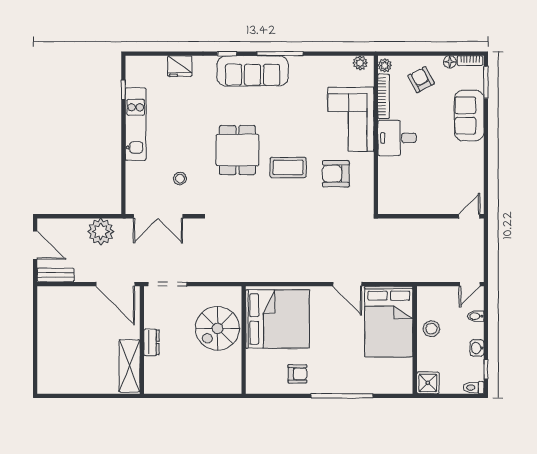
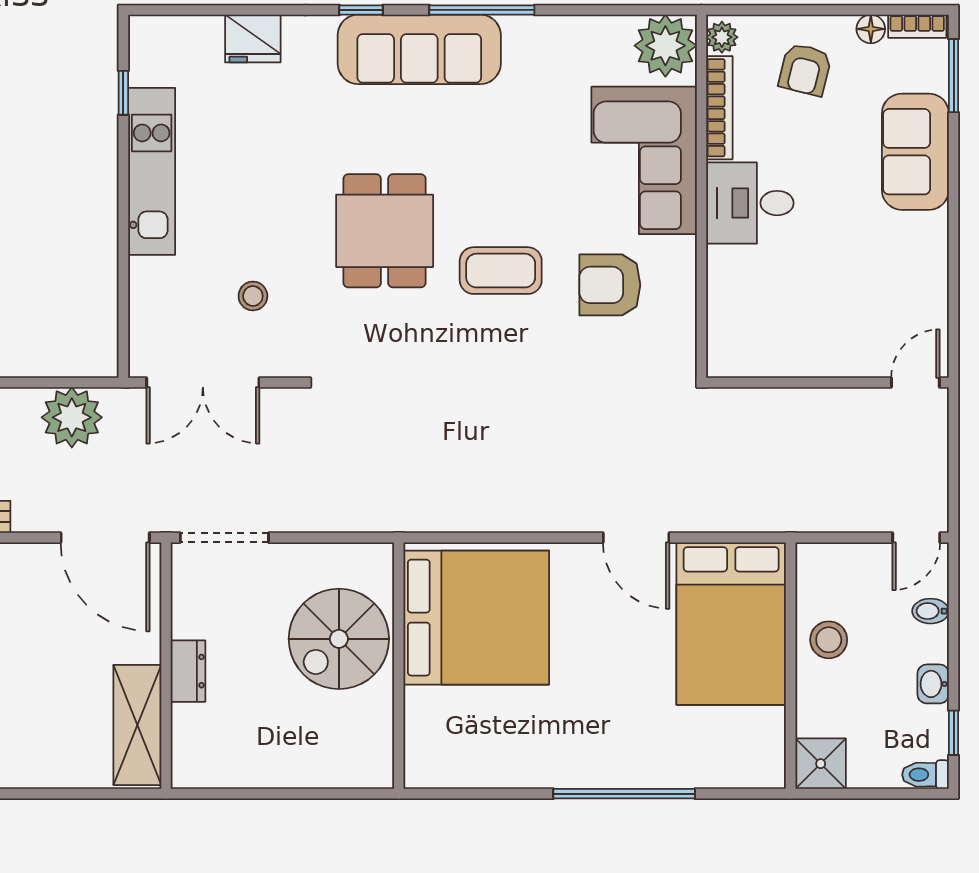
plant: (360, 63) -> (665, 46), width x1.87, depth x1.87
armchair: (421, 80) -> (805, 70), turned -138
armchair: (297, 374) -> (522, 743), removed

